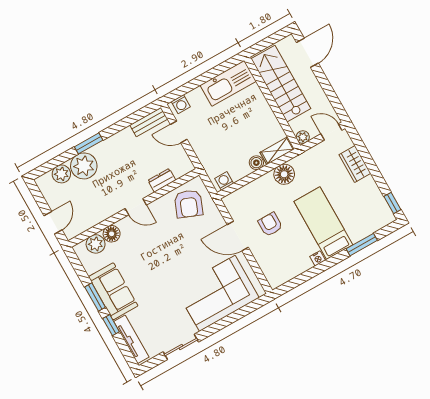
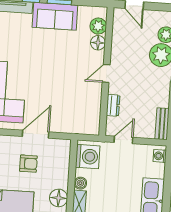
door: (179, 132) -> (123, 140), moved
washing machine: (224, 181) -> (88, 157), width x1.89, depth x1.89
armchair: (189, 204) -> (83, 114), removed

